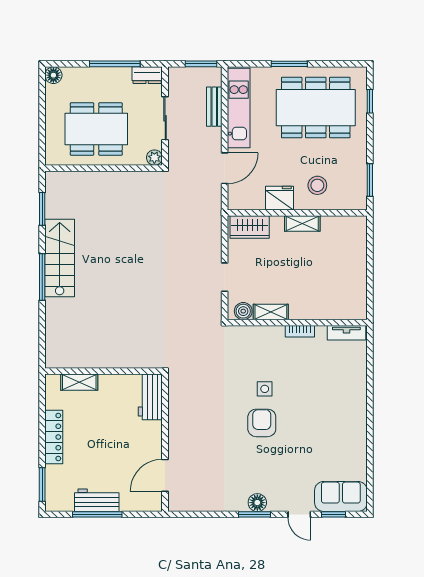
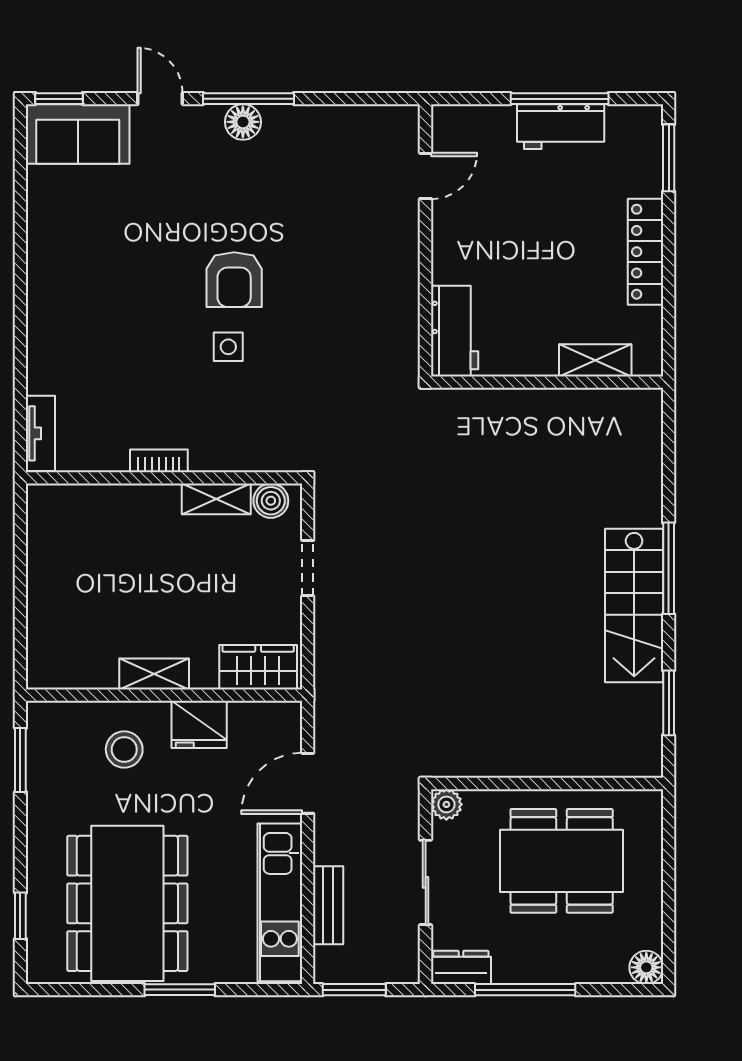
dining table: (316, 108) -> (127, 903), turned 90
tv unit: (346, 333) -> (40, 433), moved, turned 90
door: (165, 475) -> (426, 176), width x0.73
window: (255, 514) -> (248, 99), width x1.44
window: (334, 514) -> (59, 99), moved

